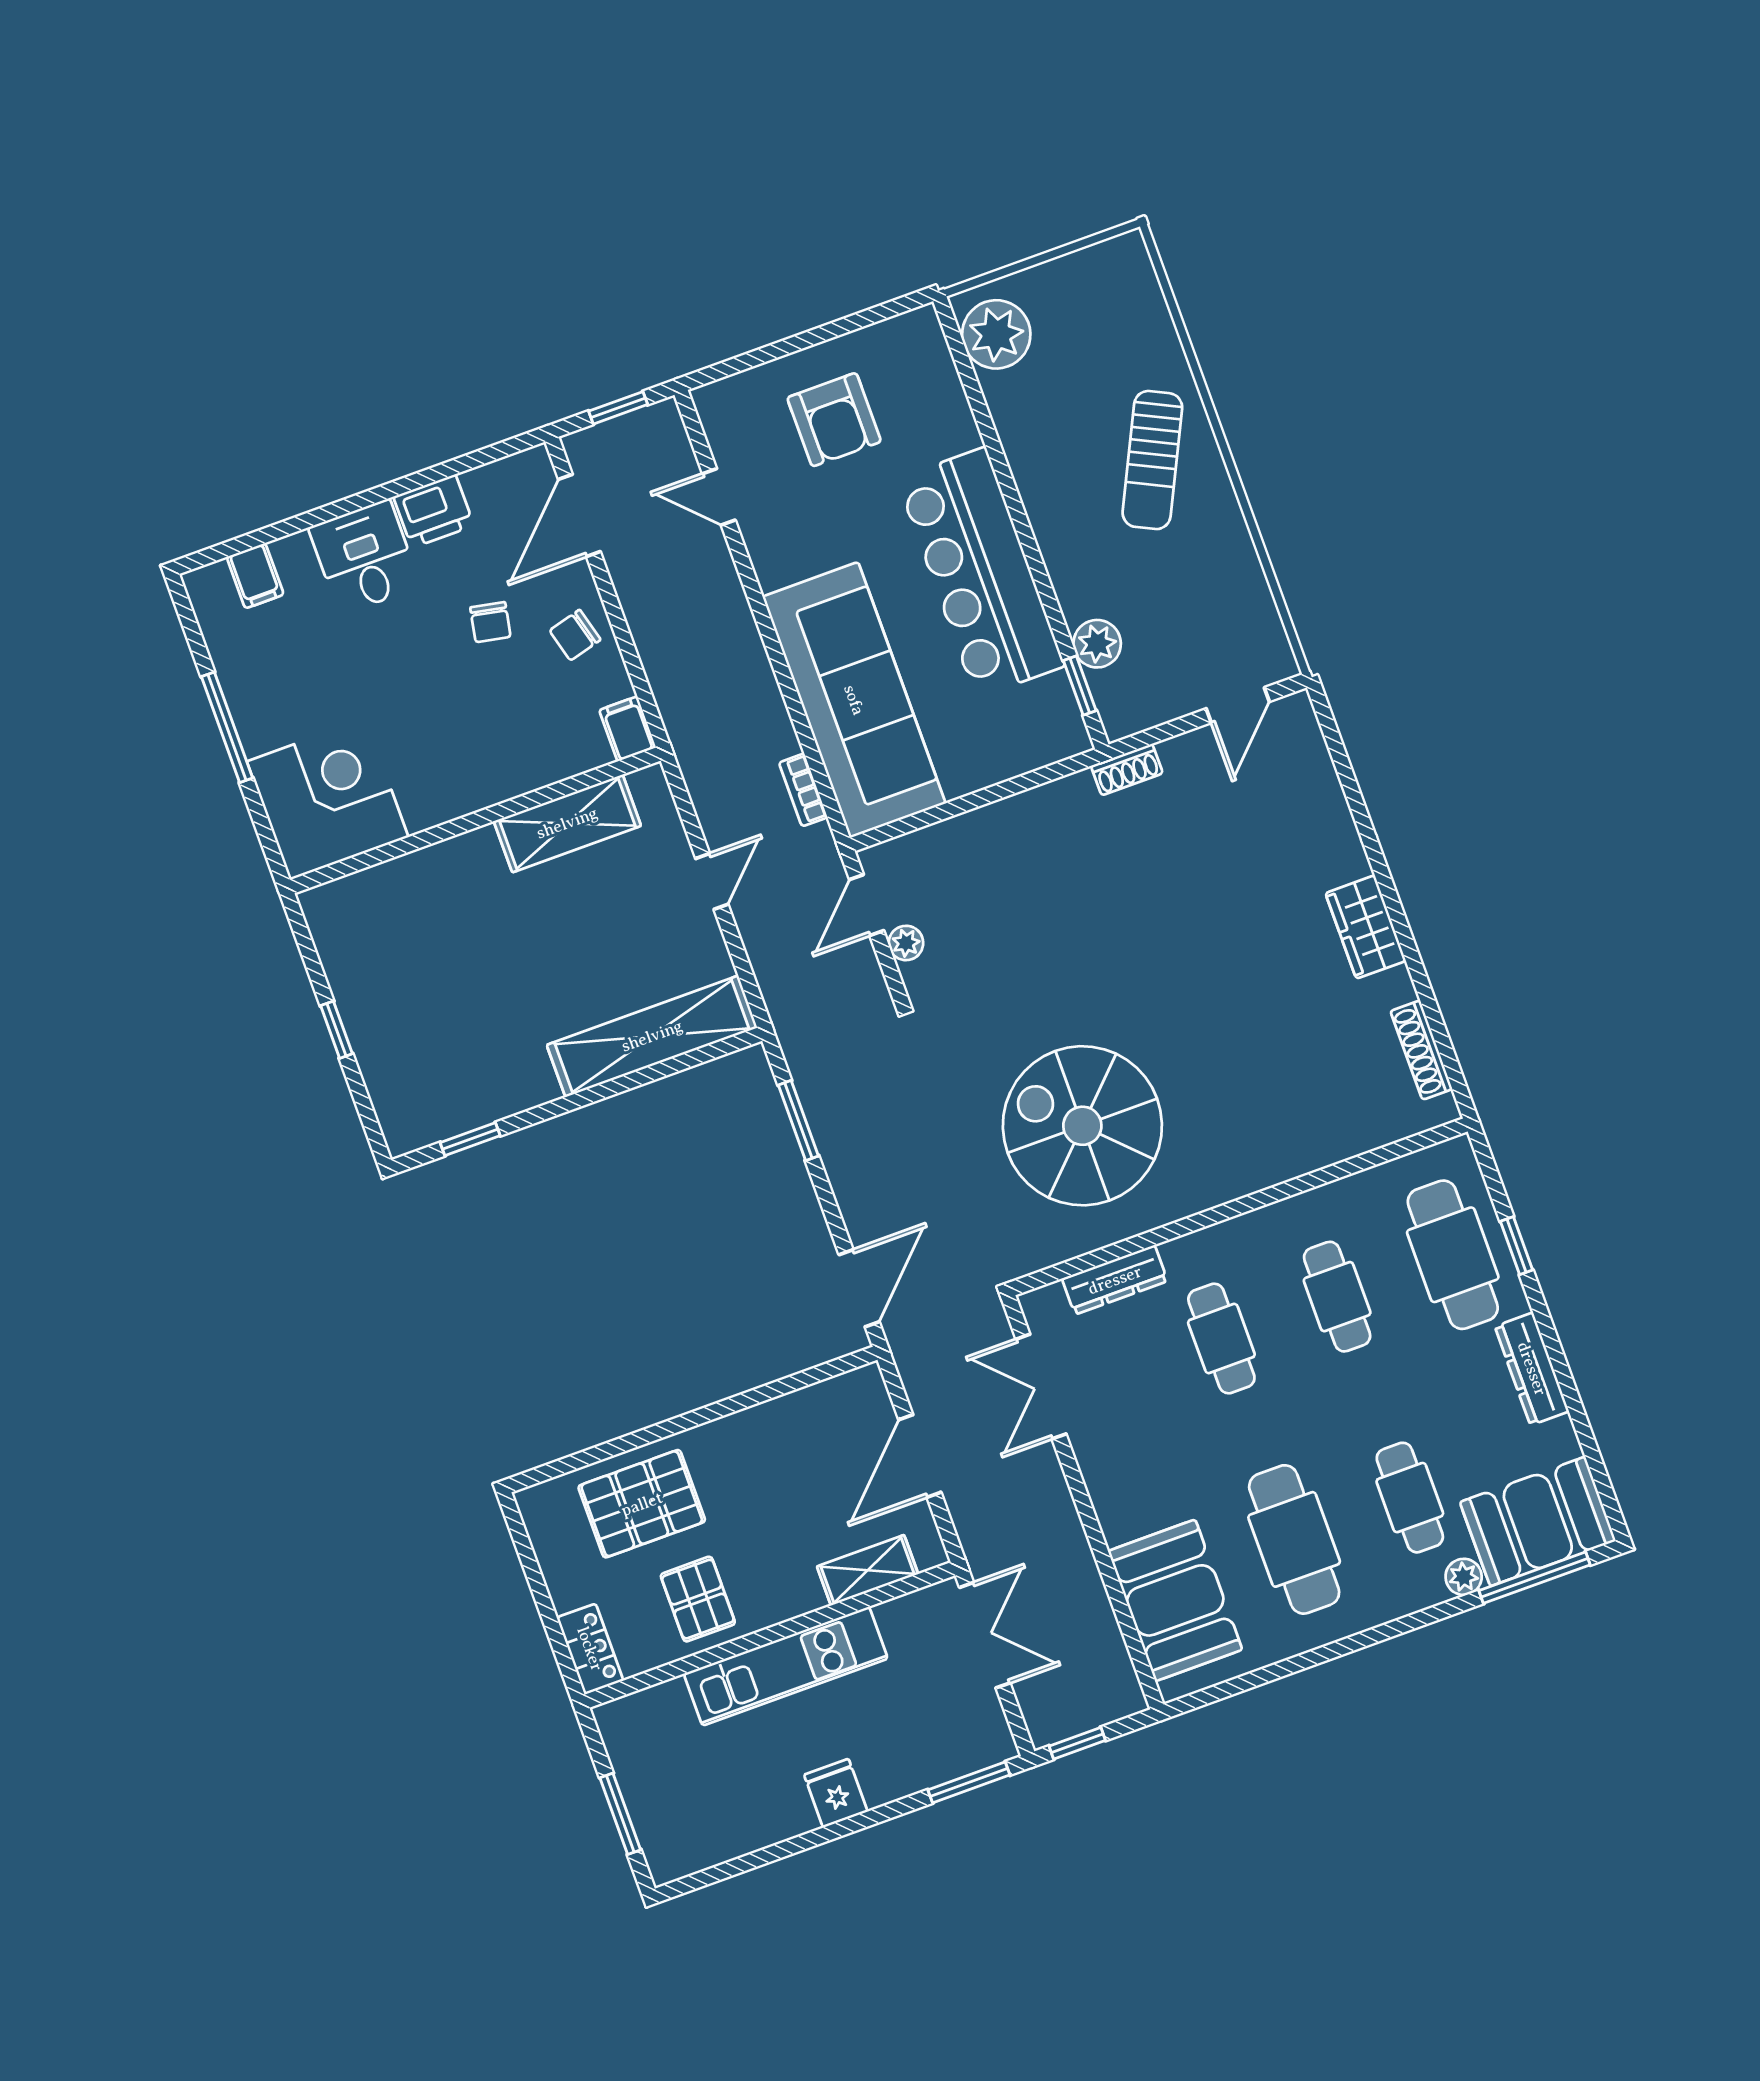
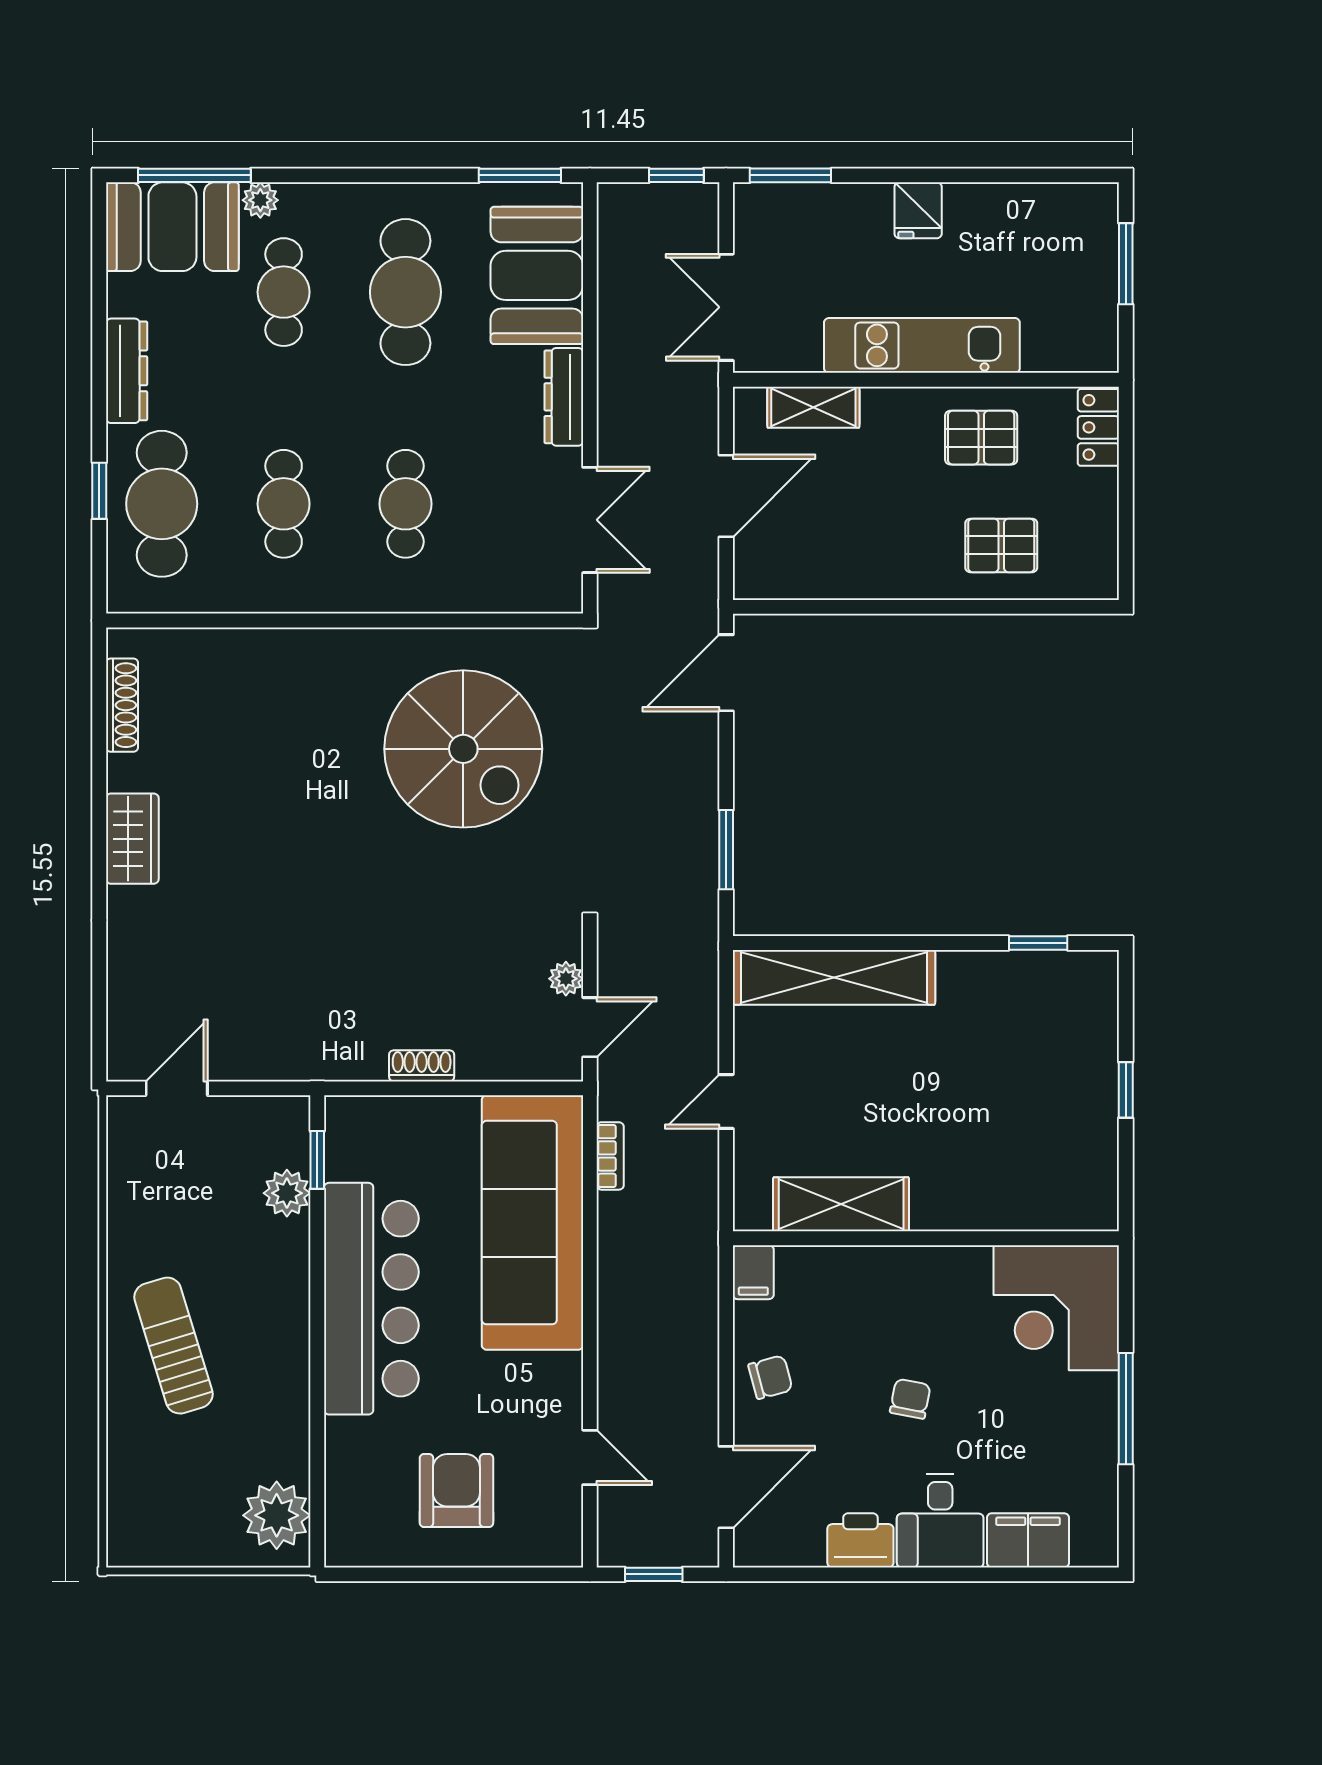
sun lounger: (1152, 460) -> (174, 1346), turned -43
filing cabinet: (255, 576) -> (1028, 1540), width x2.00
chair: (490, 622) -> (910, 1399), moved
shoe rack: (1127, 770) -> (422, 1066), moved
dresser: (1115, 1280) -> (564, 397), moved, turned -90
pallet: (642, 1504) -> (1001, 545), width x0.67, depth x0.71
pallet: (698, 1599) -> (981, 438), turned 90
window: (1226, 1690) -> (520, 175), added

